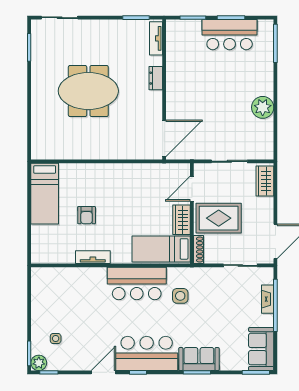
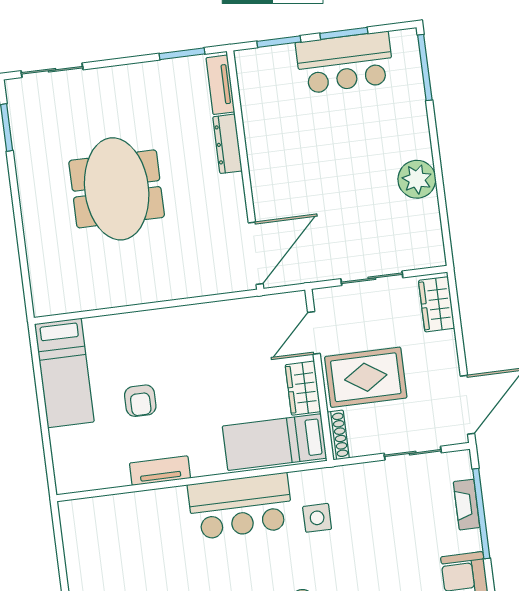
dresser: (156, 78) -> (227, 144), width x1.44
meeting table: (88, 91) -> (117, 189), turned 90

